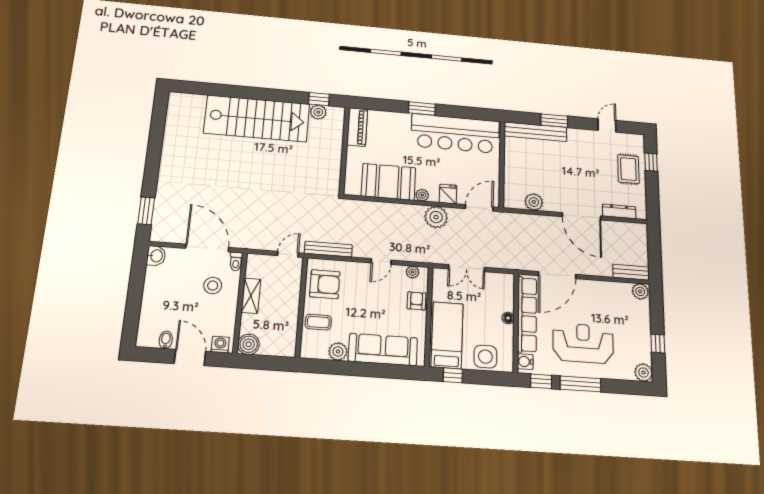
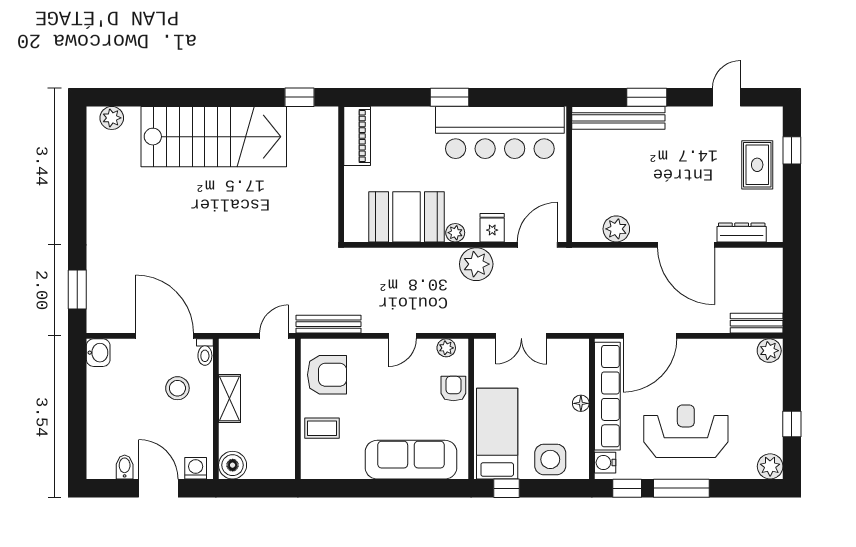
plant: (318, 112) -> (112, 118), moved
plant: (338, 351) -> (351, 467), removed

